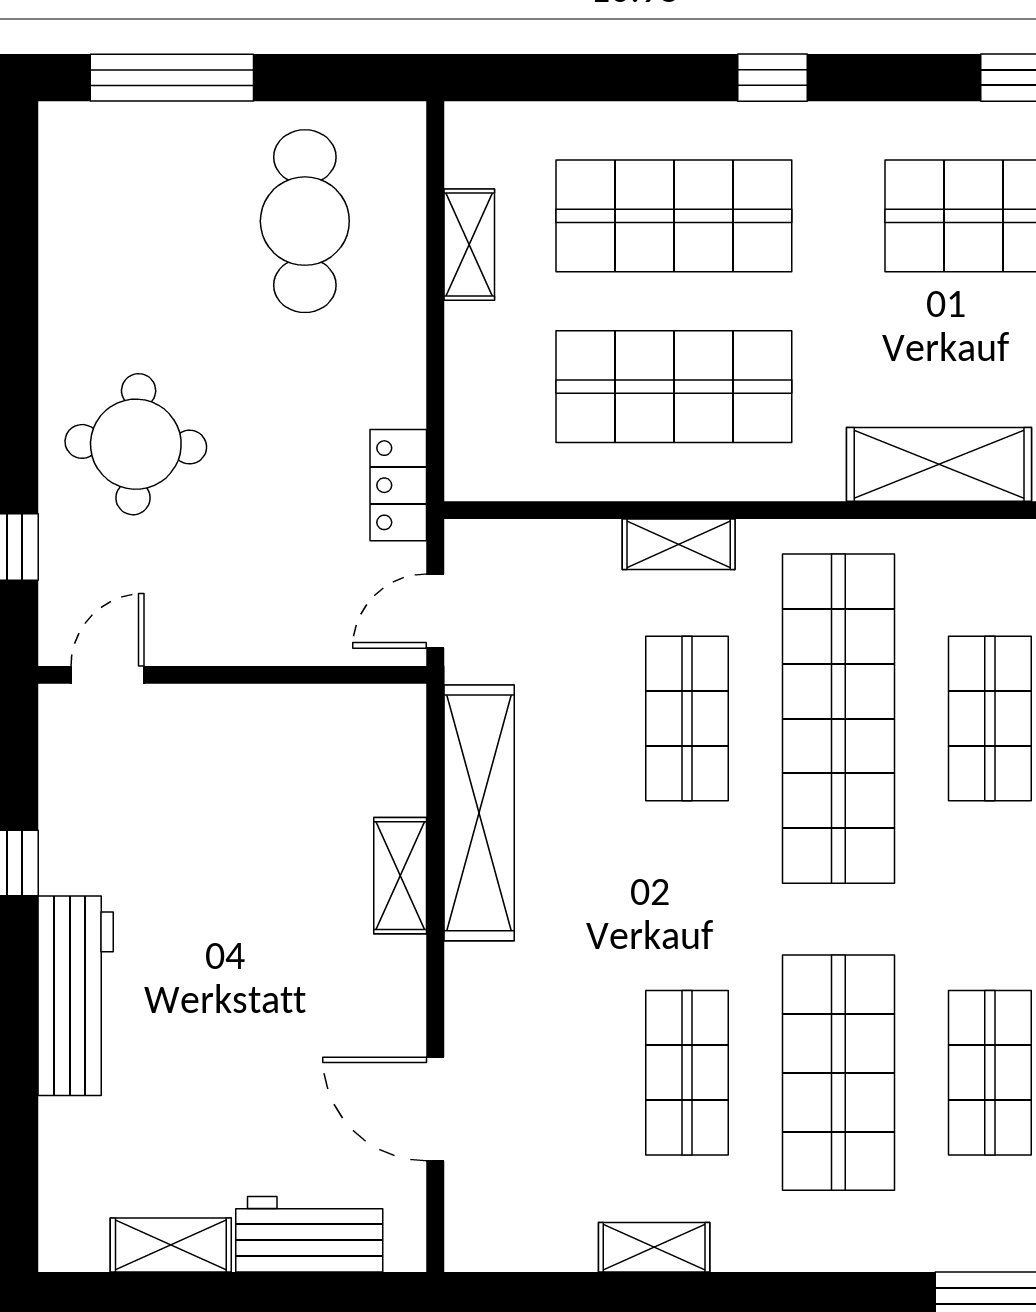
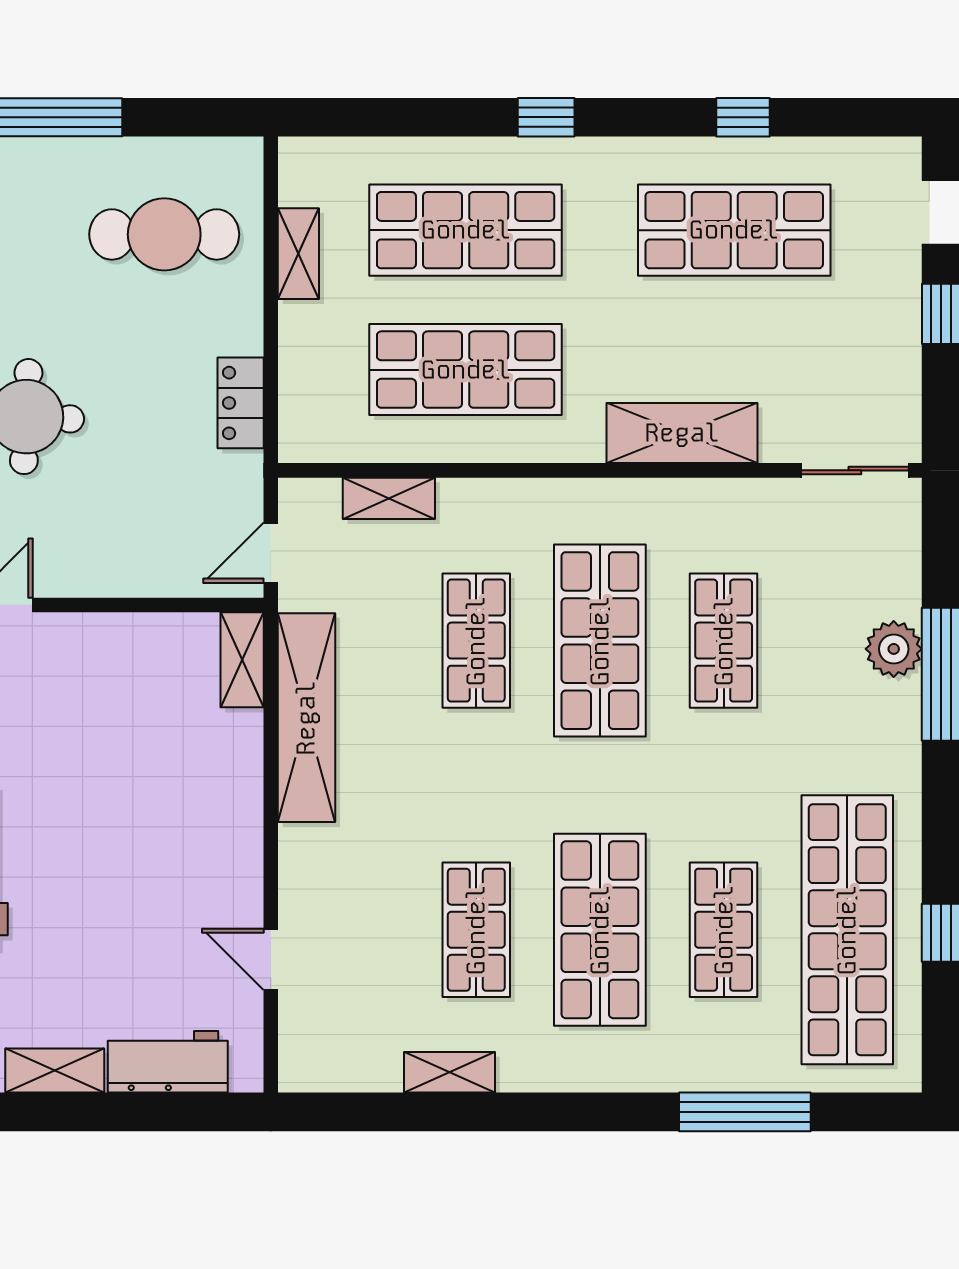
cafe table: (305, 221) -> (164, 234), turned 90
locker: (398, 485) -> (241, 403), moved
shelving: (679, 544) -> (389, 498), moved
shop shelf: (838, 719) -> (600, 641), width x0.71
shelving: (400, 876) -> (242, 660), moved
door: (435, 1109) -> (271, 959), width x0.73

